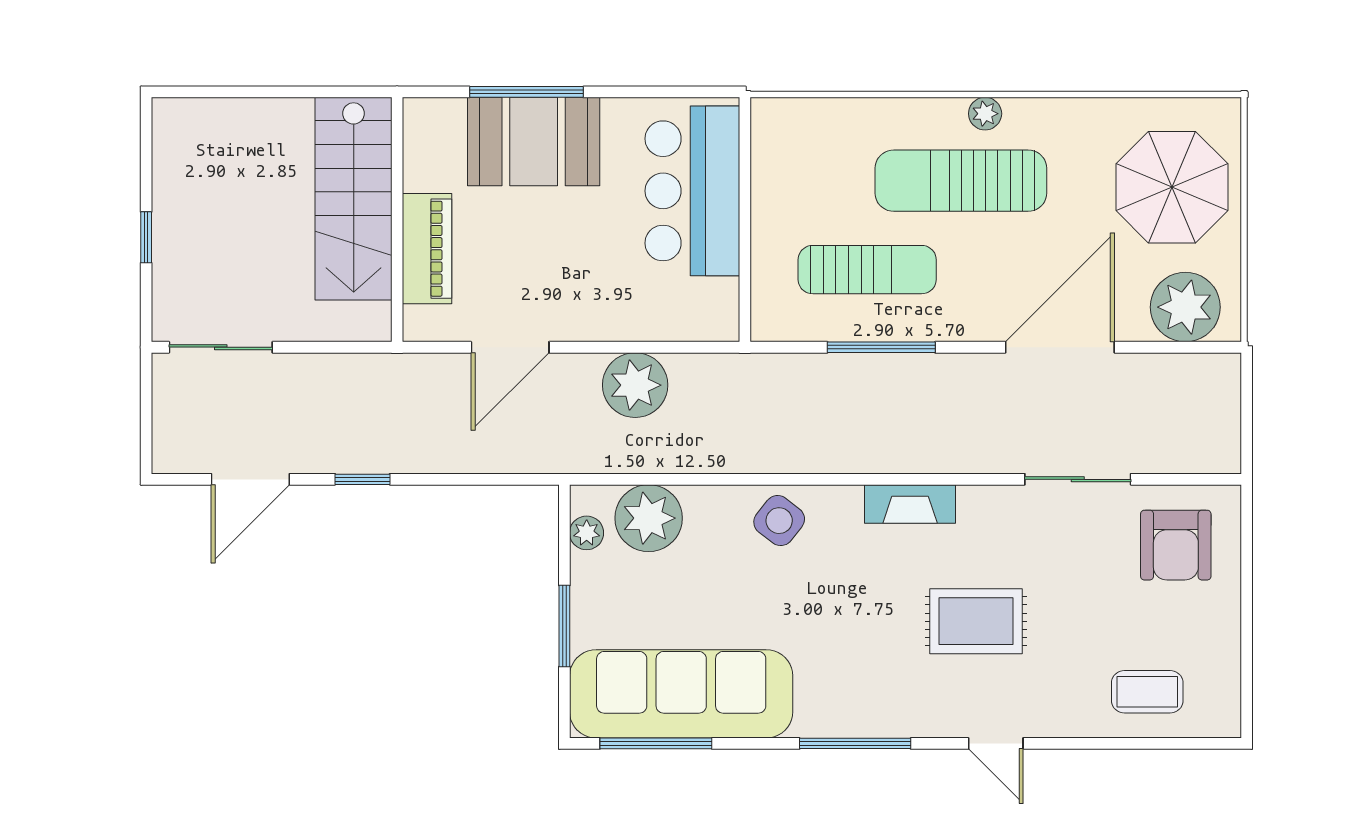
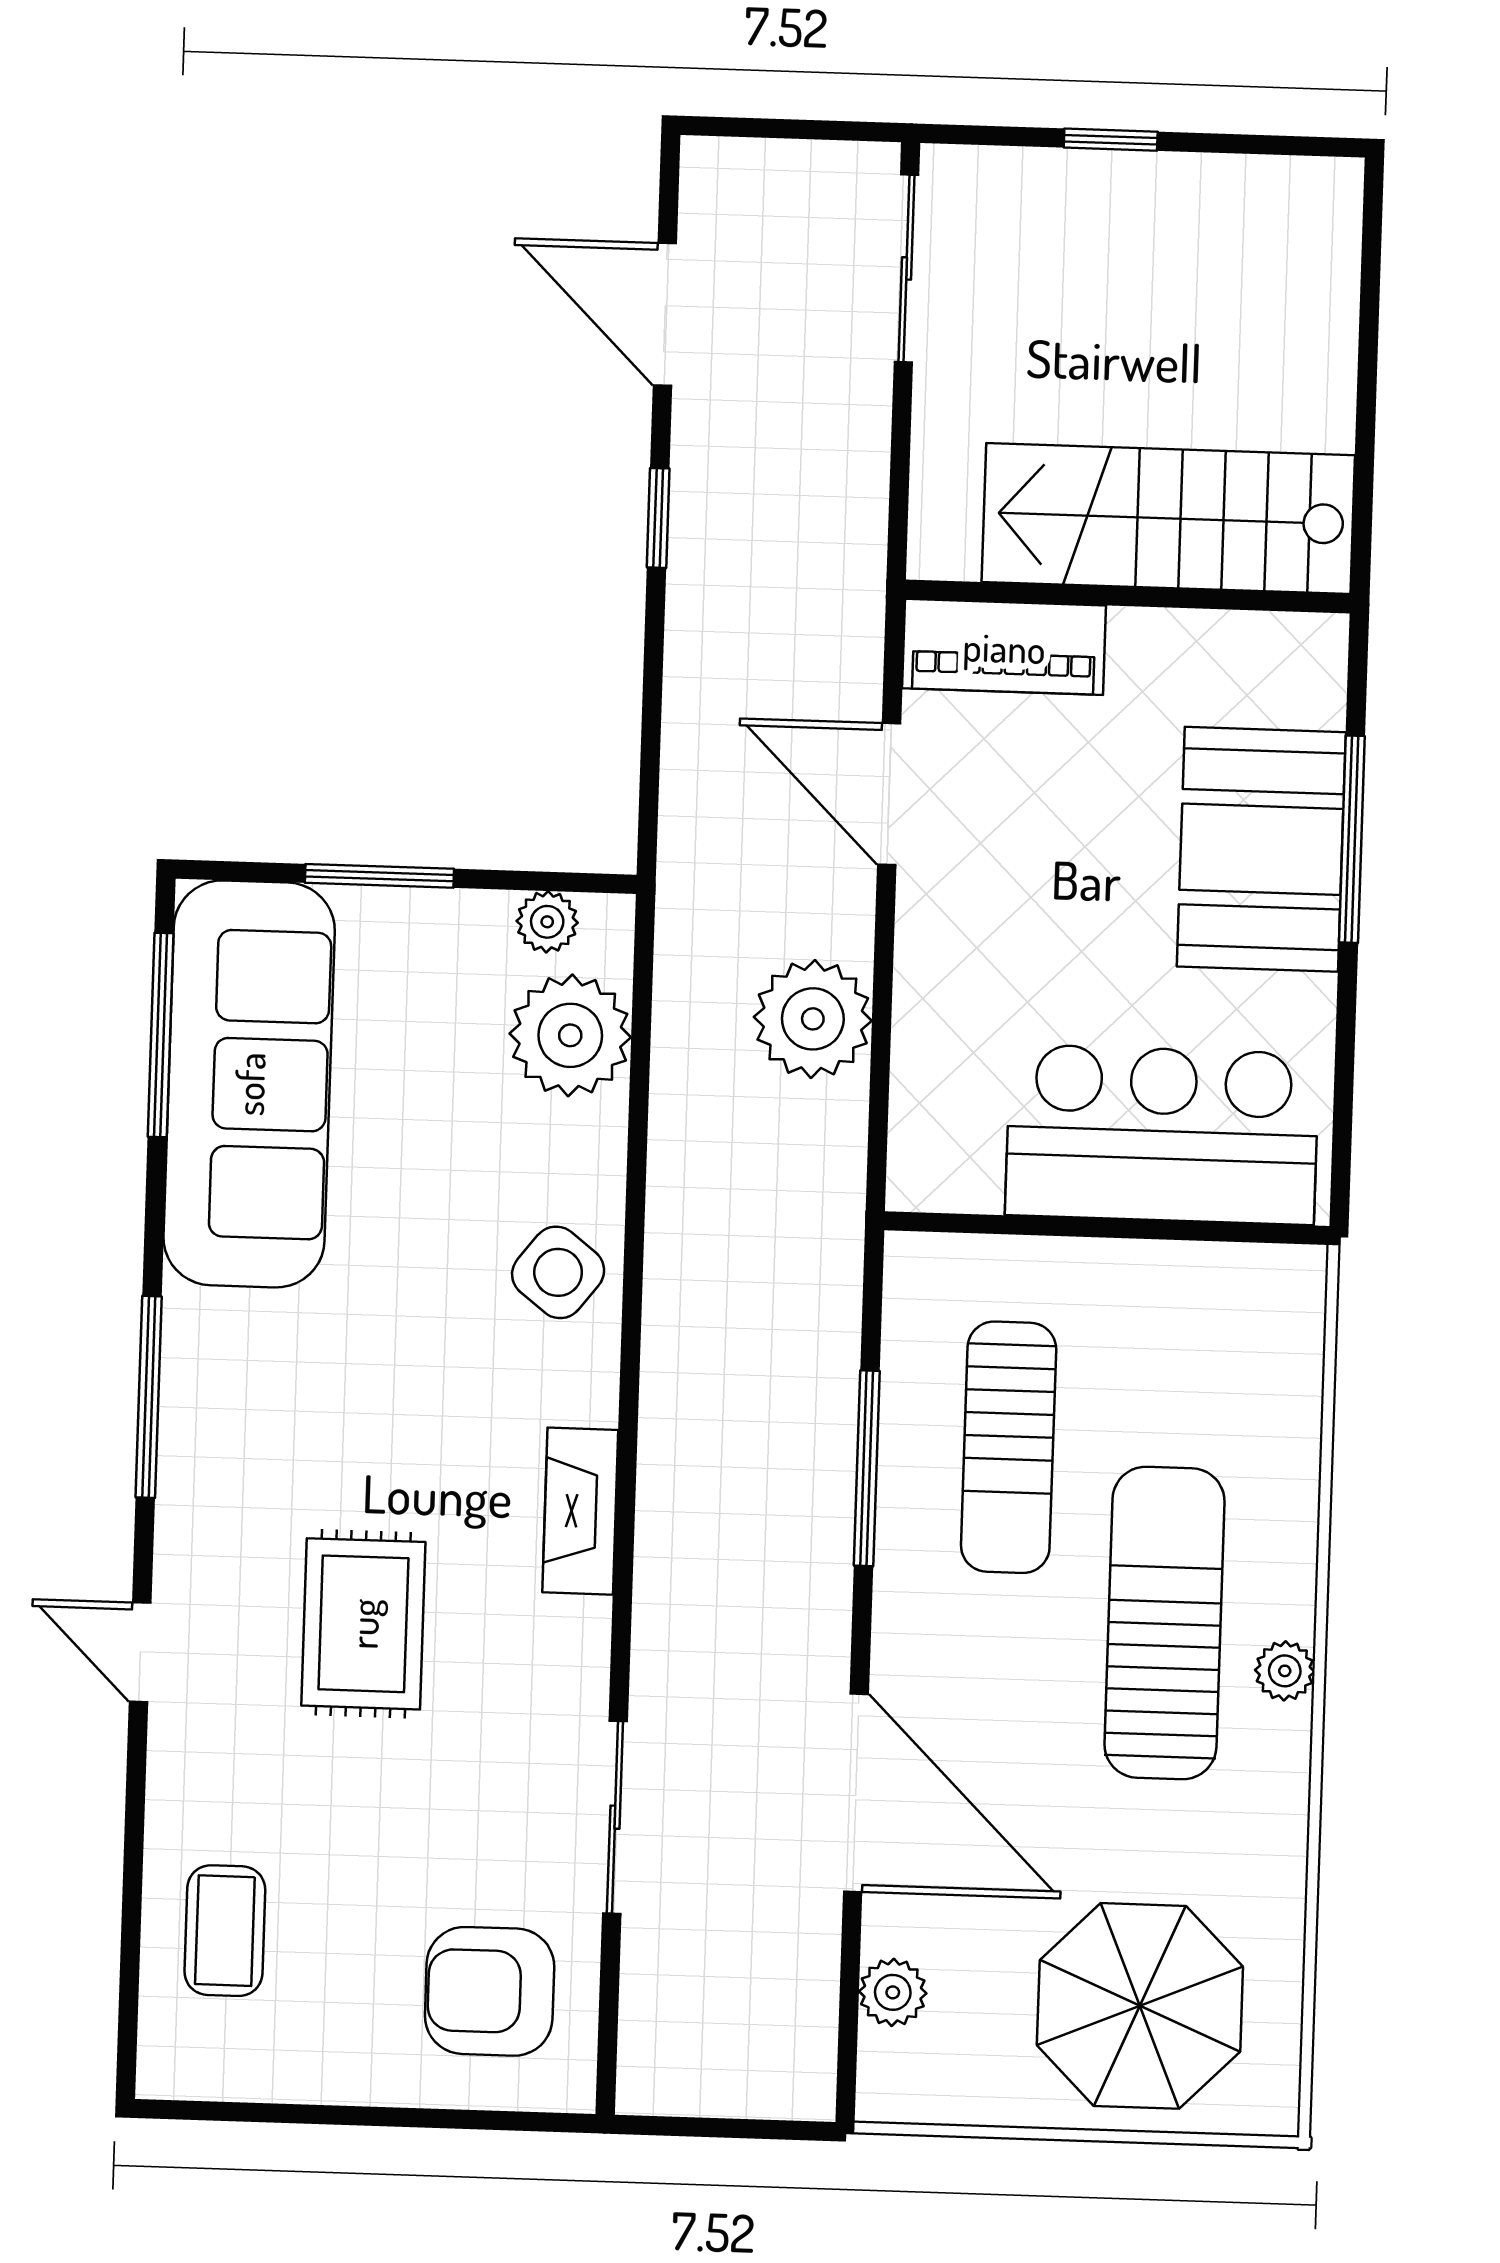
piano: (427, 249) -> (1004, 647), moved
plant: (1185, 307) -> (893, 1992), width x0.53, depth x0.53
door: (996, 743) -> (140, 1652), hinge flipped

